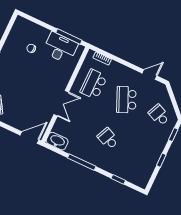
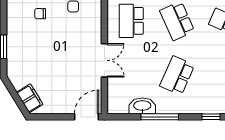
school desk: (108, 139) -> (177, 75), width x1.85
washbasin: (57, 141) -> (142, 106), moved

